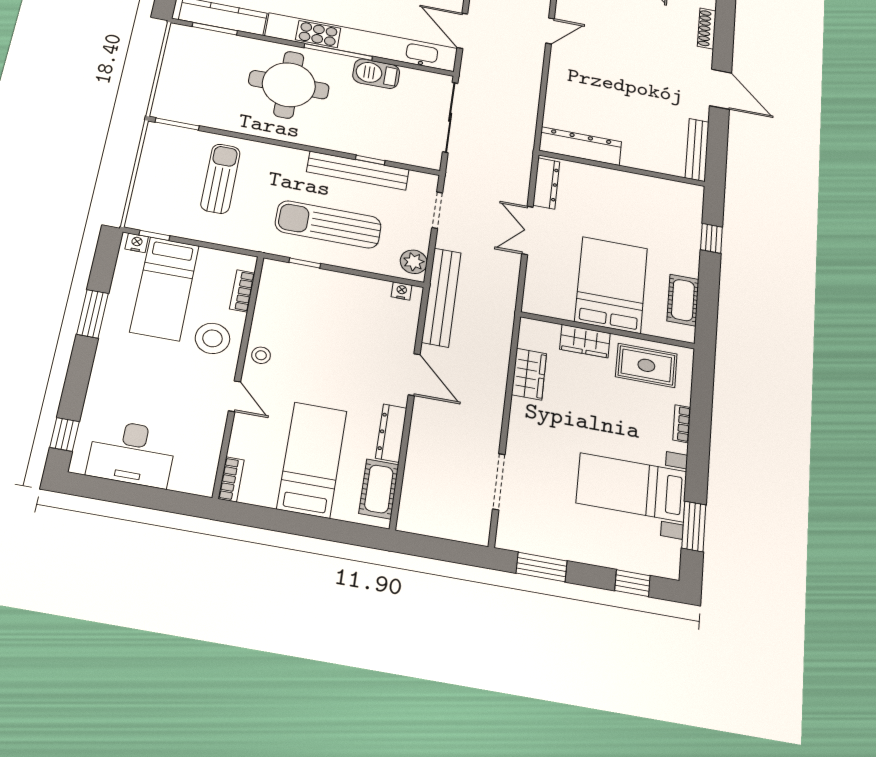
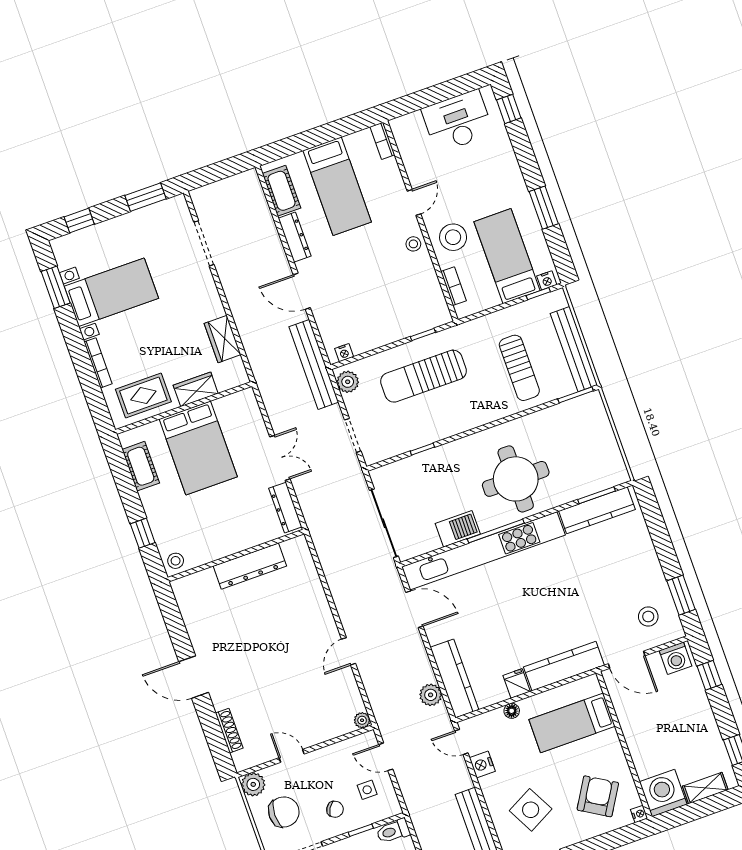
dresser: (580, 146) -> (250, 566), moved
bench: (697, 150) -> (187, 608), removed
bench: (358, 171) -> (574, 349), moved, turned 90
stool: (689, 196) -> (176, 561), added
sun lounger: (328, 224) -> (424, 376), turned 180
door: (234, 396) -> (414, 202), swing flipped
bookcase: (682, 424) -> (98, 363), width x1.56

